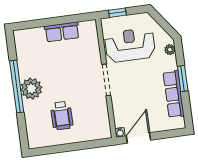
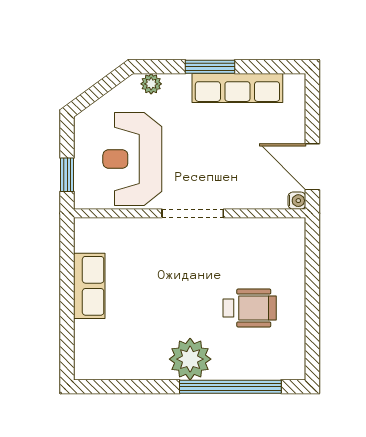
window: (17, 87) -> (230, 387), moved

